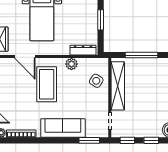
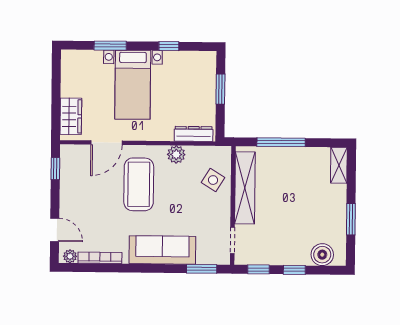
door: (25, 57) -> (106, 143), hinge flipped

